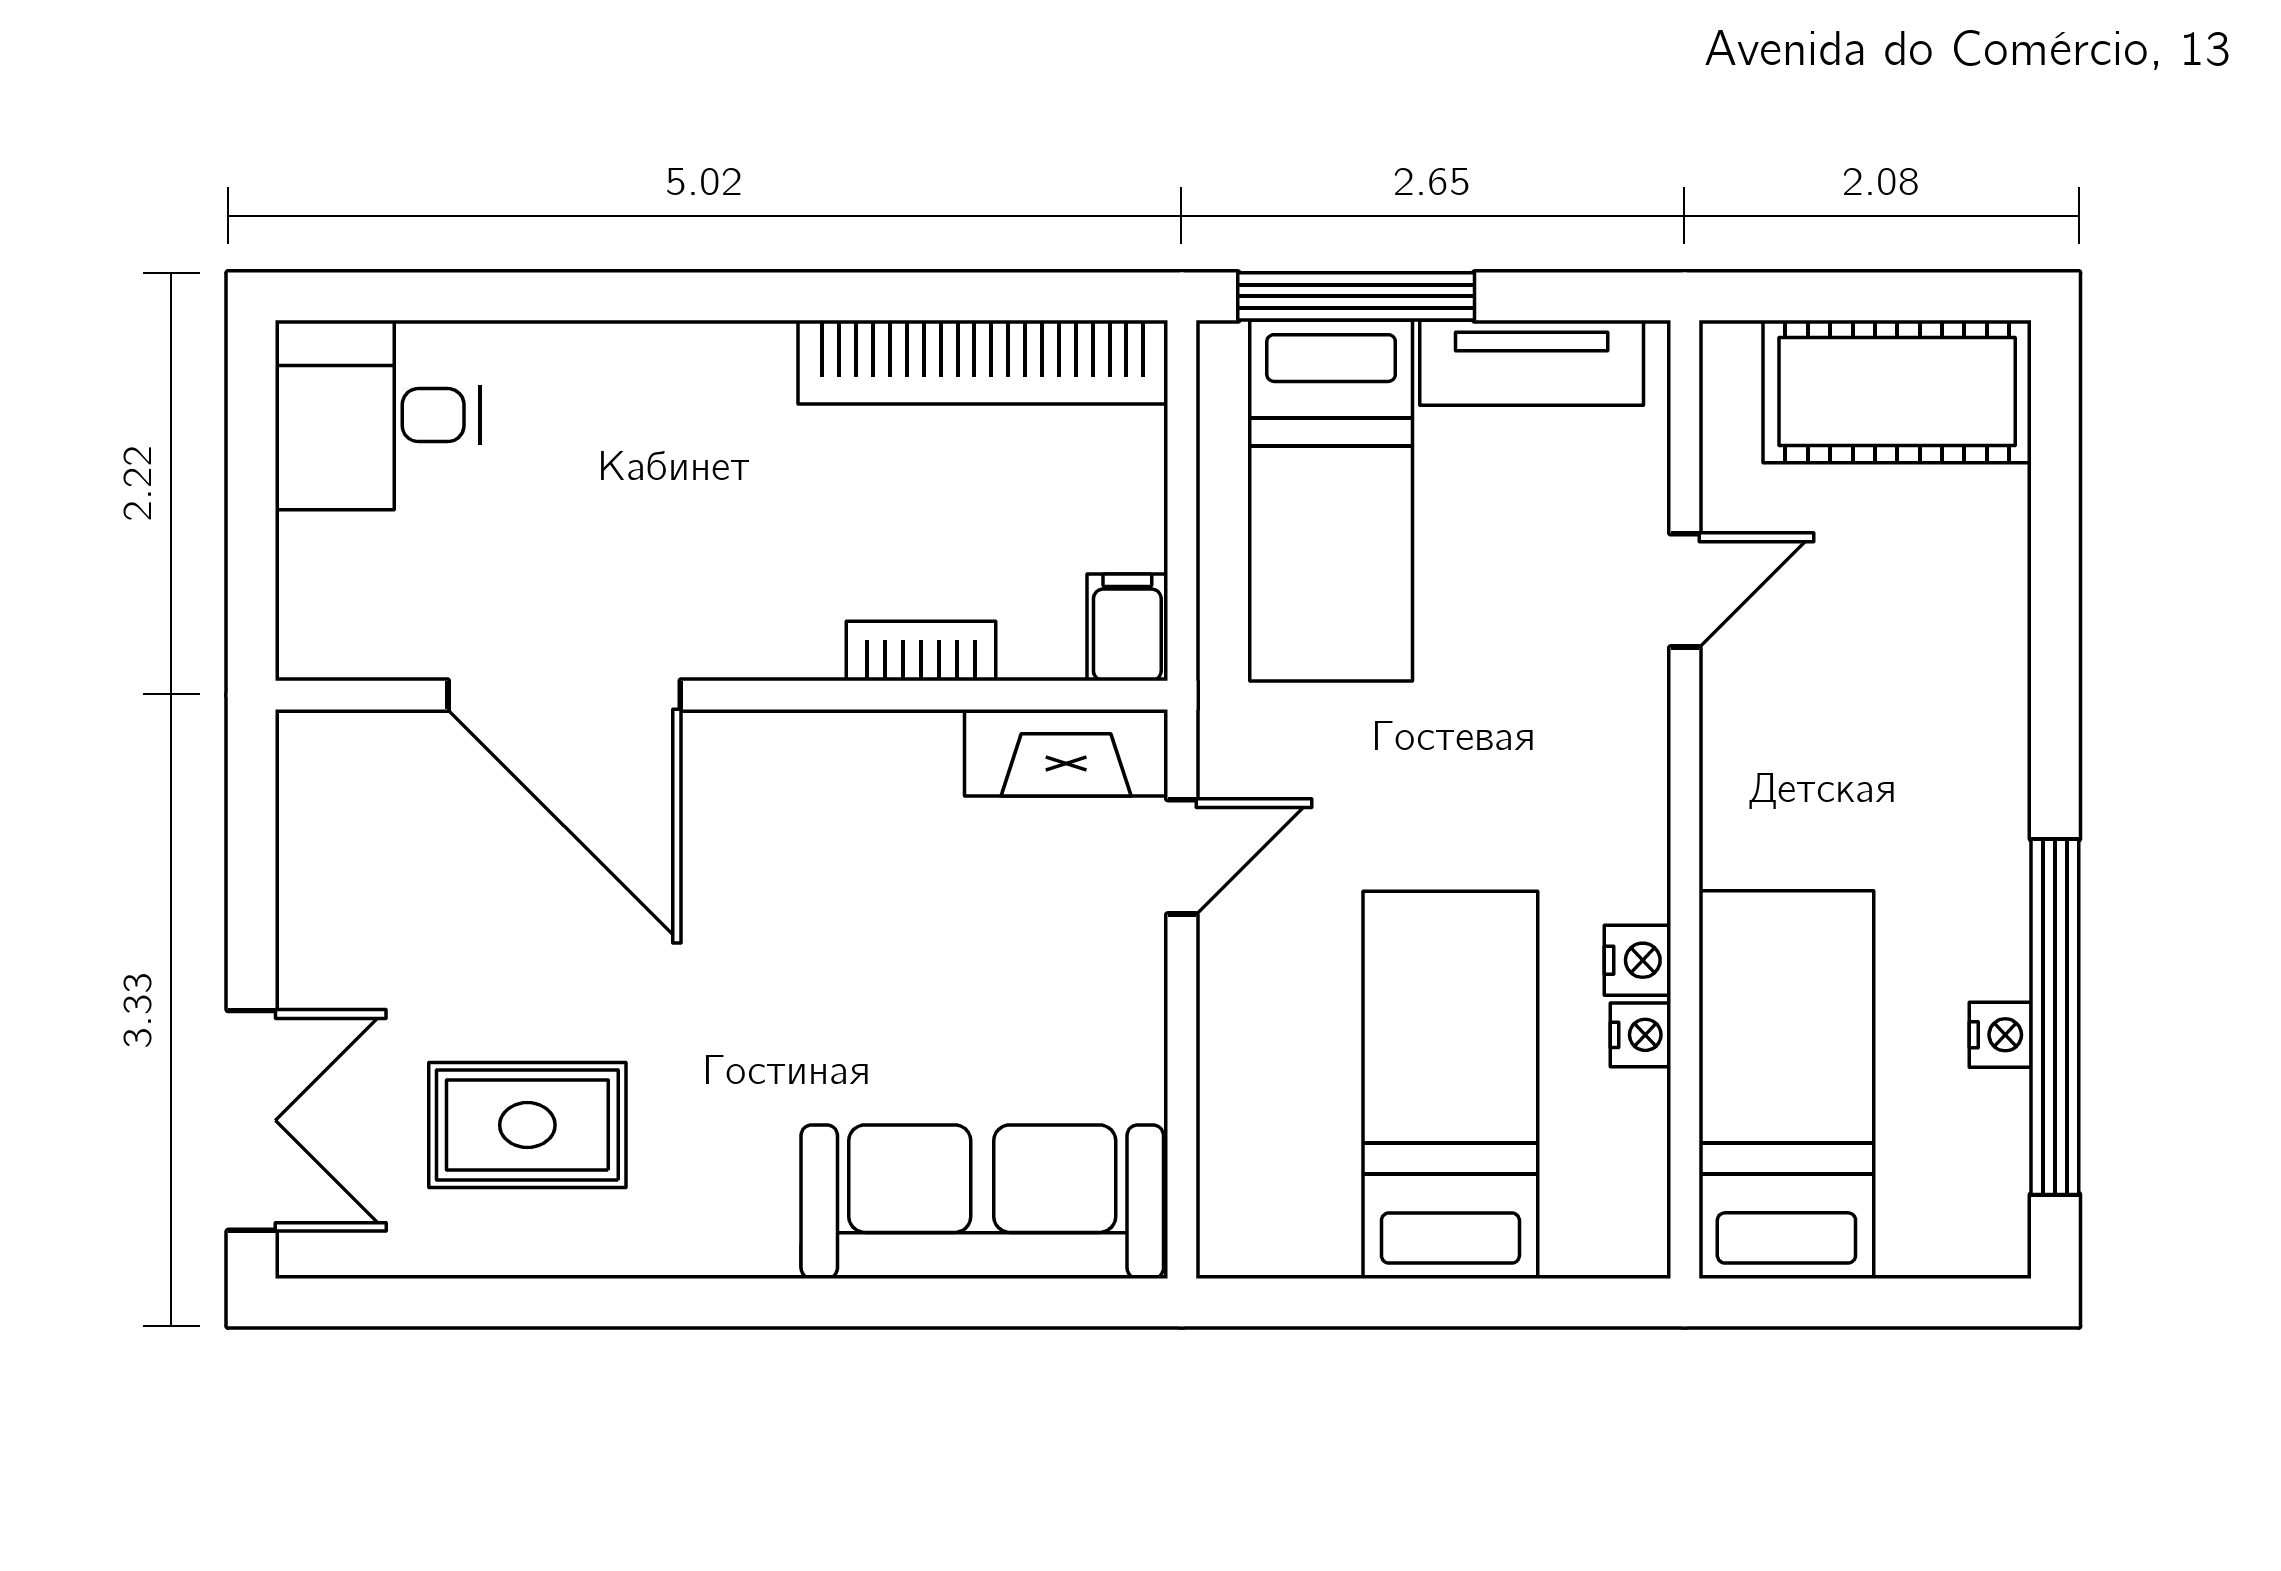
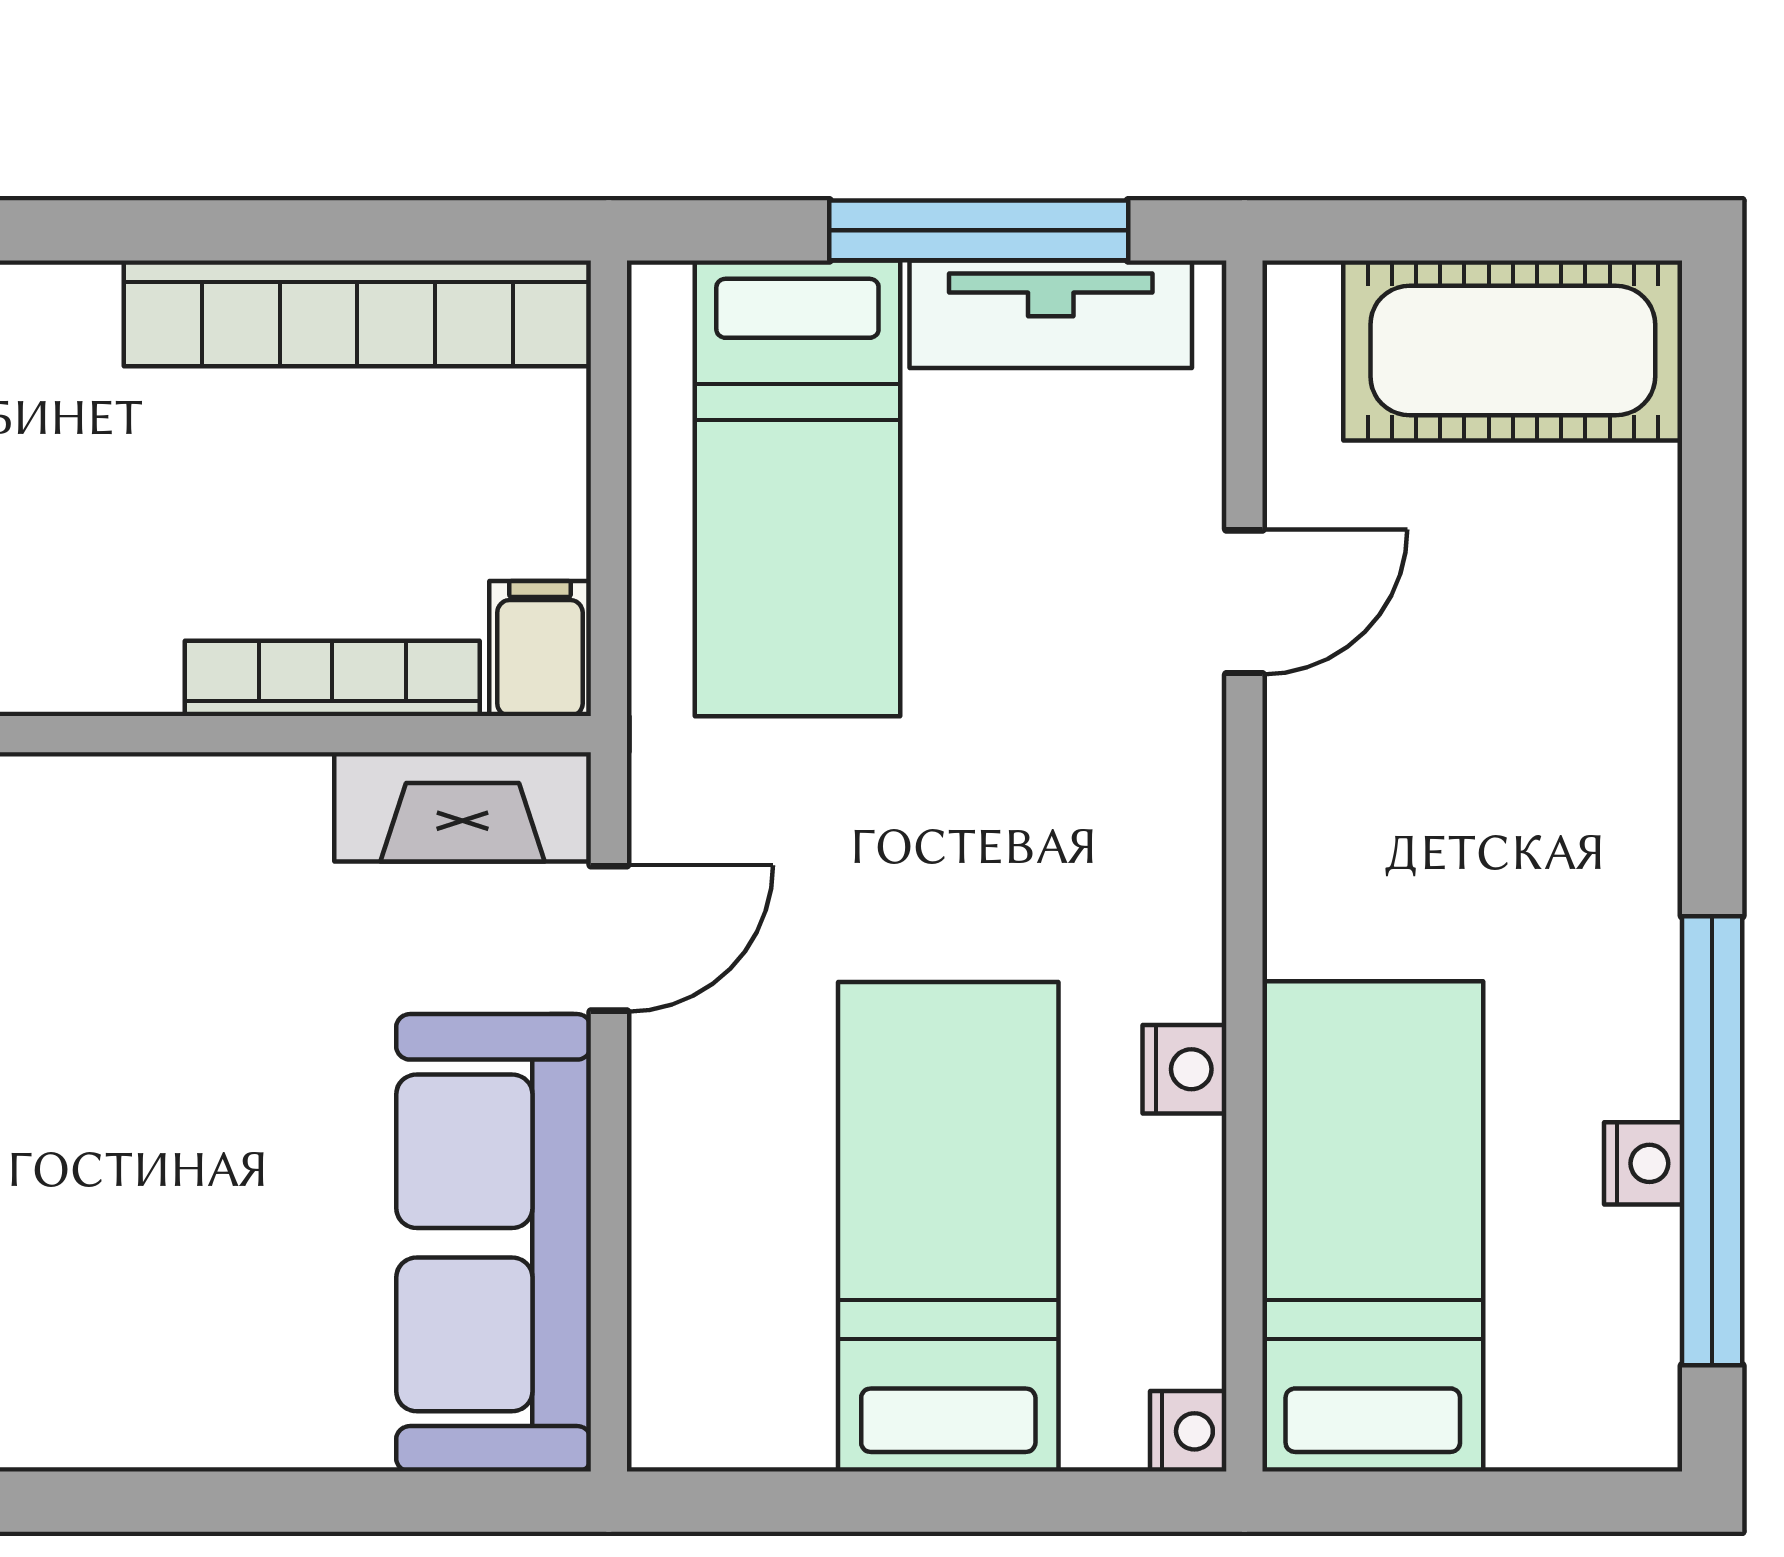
window: (1356, 296) -> (979, 230), moved
bookcase: (921, 651) -> (332, 678), width x1.56
nightstand: (1640, 1035) -> (1188, 1431), moved
sofa: (982, 1202) -> (494, 1243), moved, turned -90

